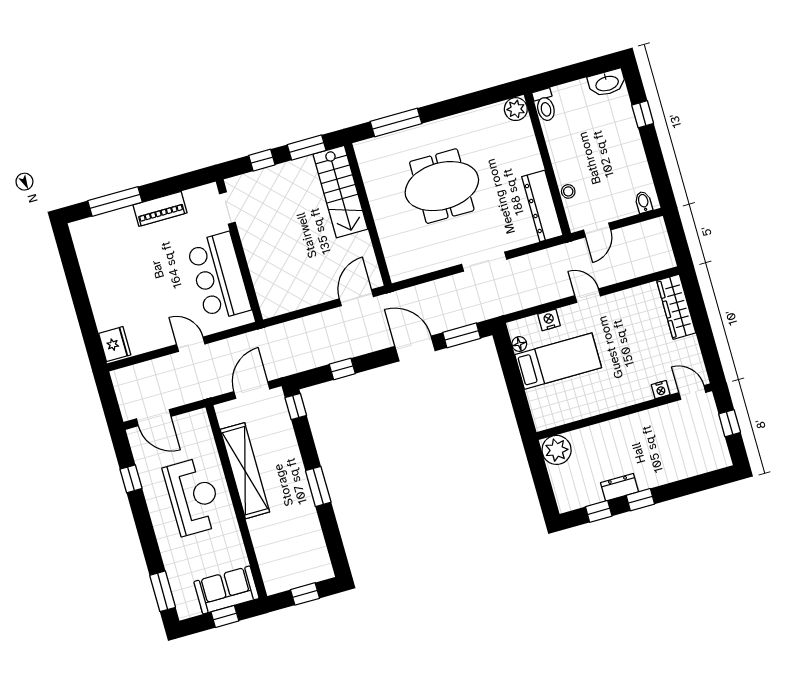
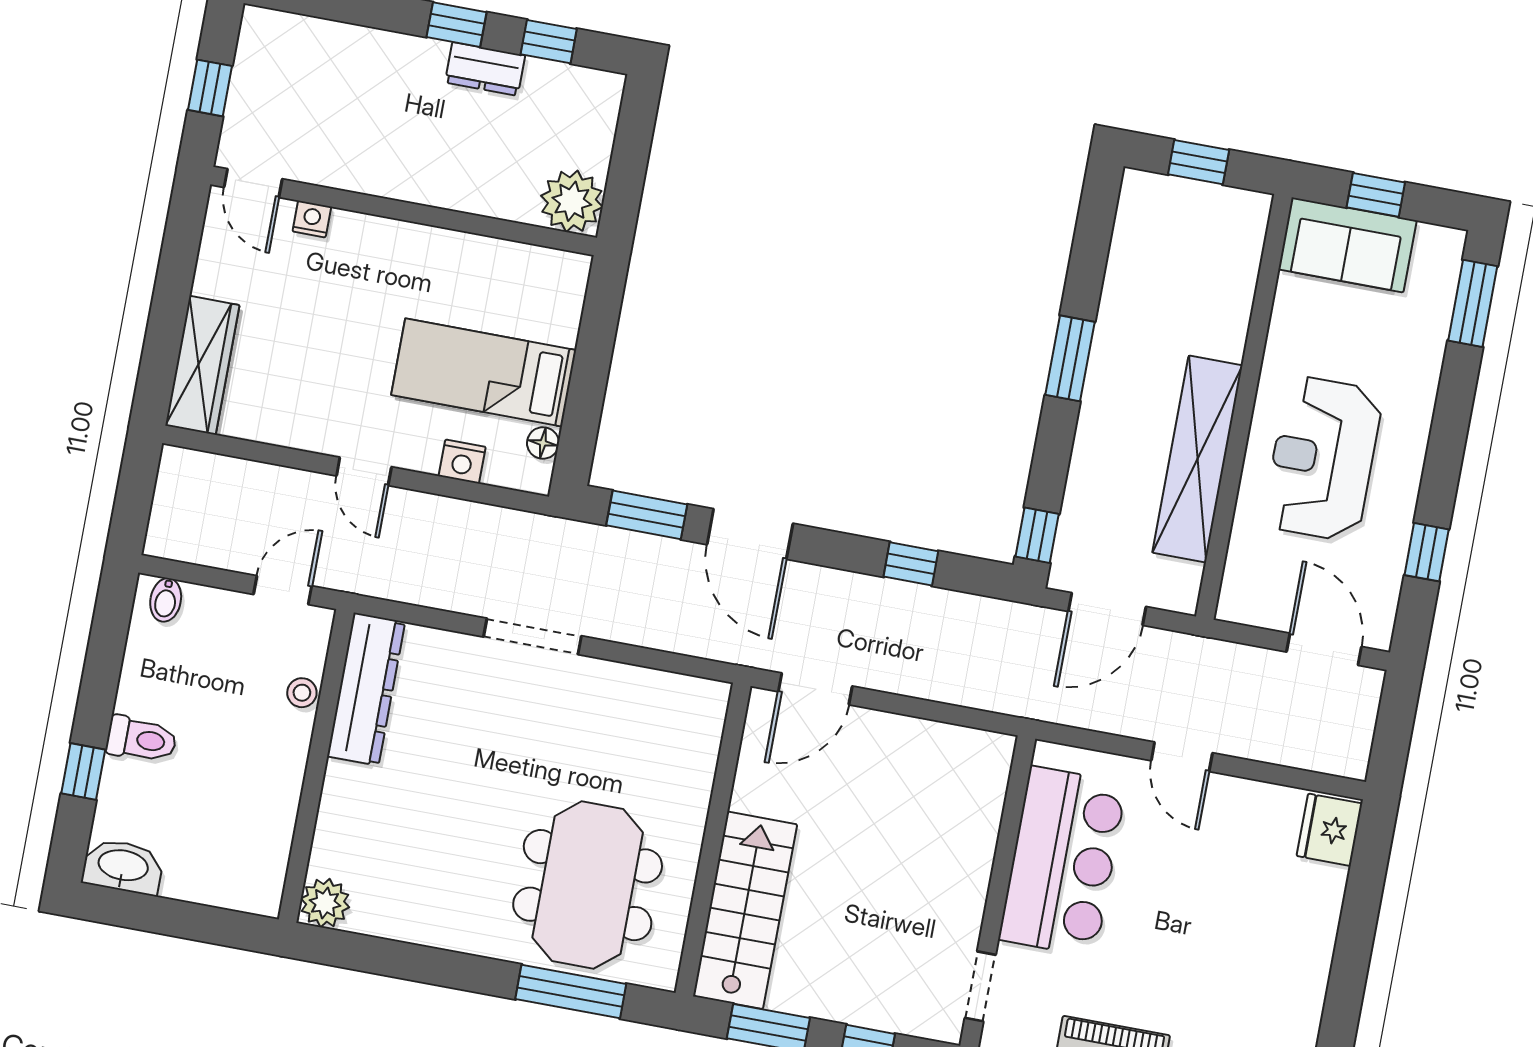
toilet: (545, 105) -> (141, 739), moved, turned 90
meeting table: (442, 186) -> (588, 885), moved, turned 90

